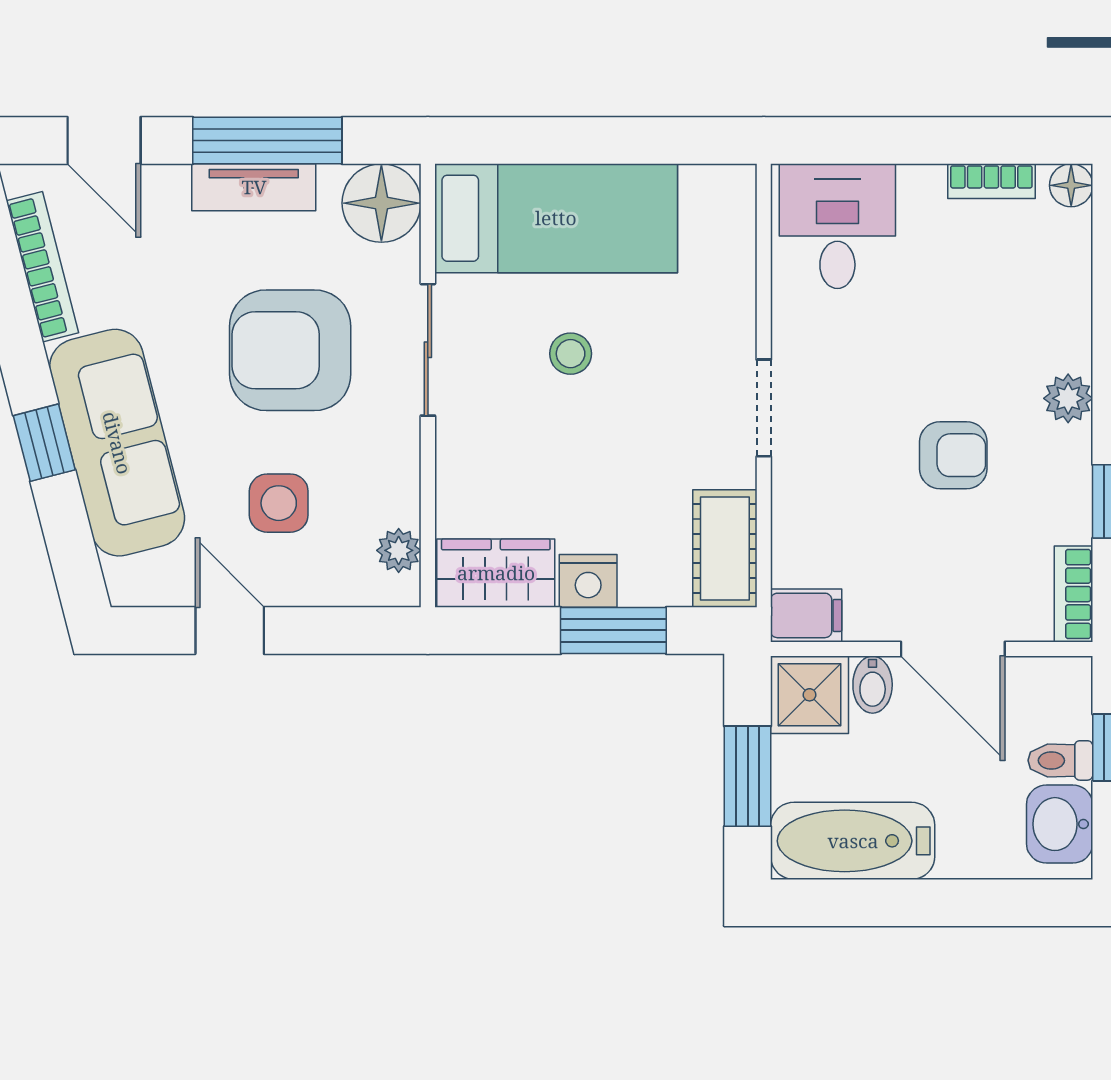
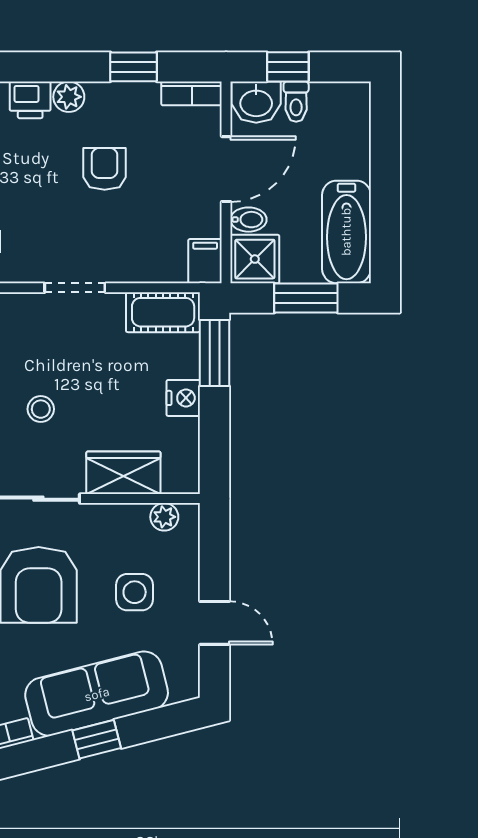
printer: (1063, 337) -> (30, 100), added
wardrobe: (496, 573) -> (123, 473), moved, turned 90
door: (230, 630) -> (214, 623), swing flipped
window: (613, 630) -> (214, 353), moved
washbasin: (1060, 824) -> (256, 102), moved

